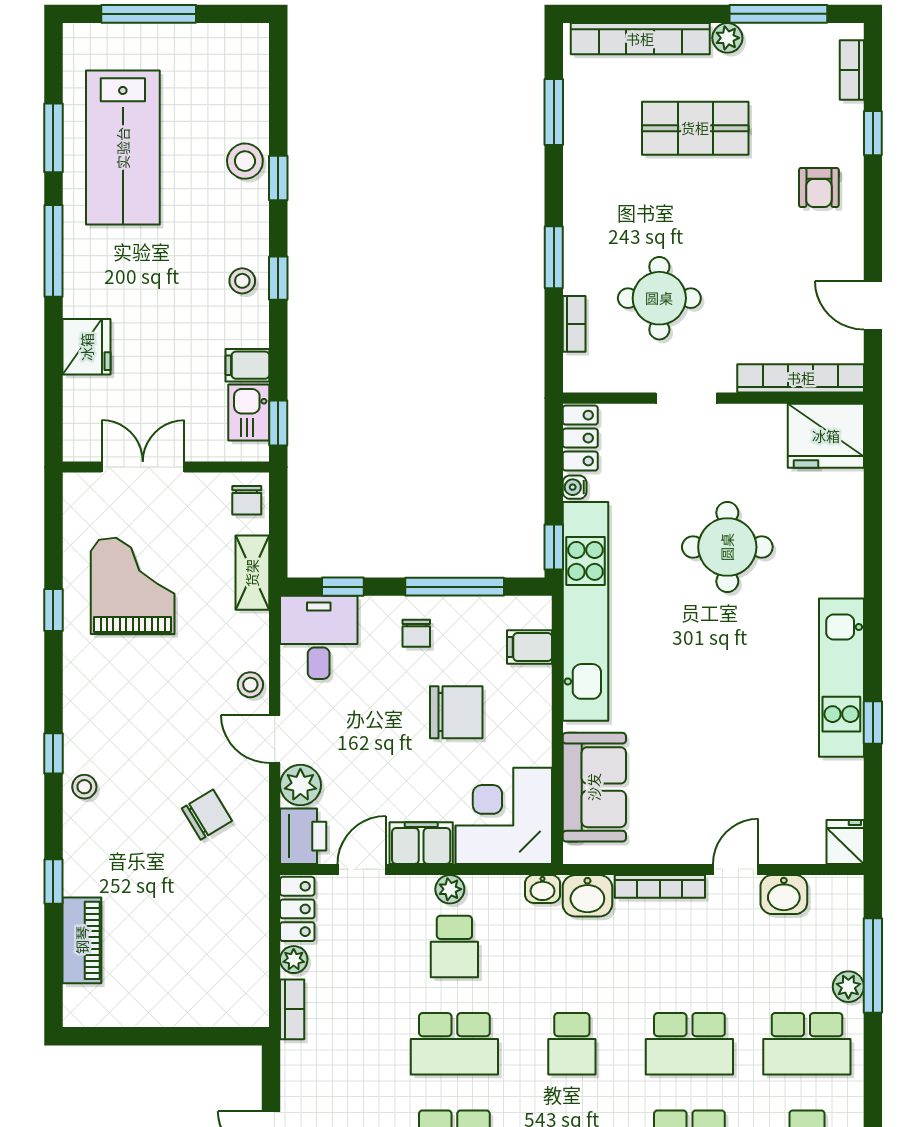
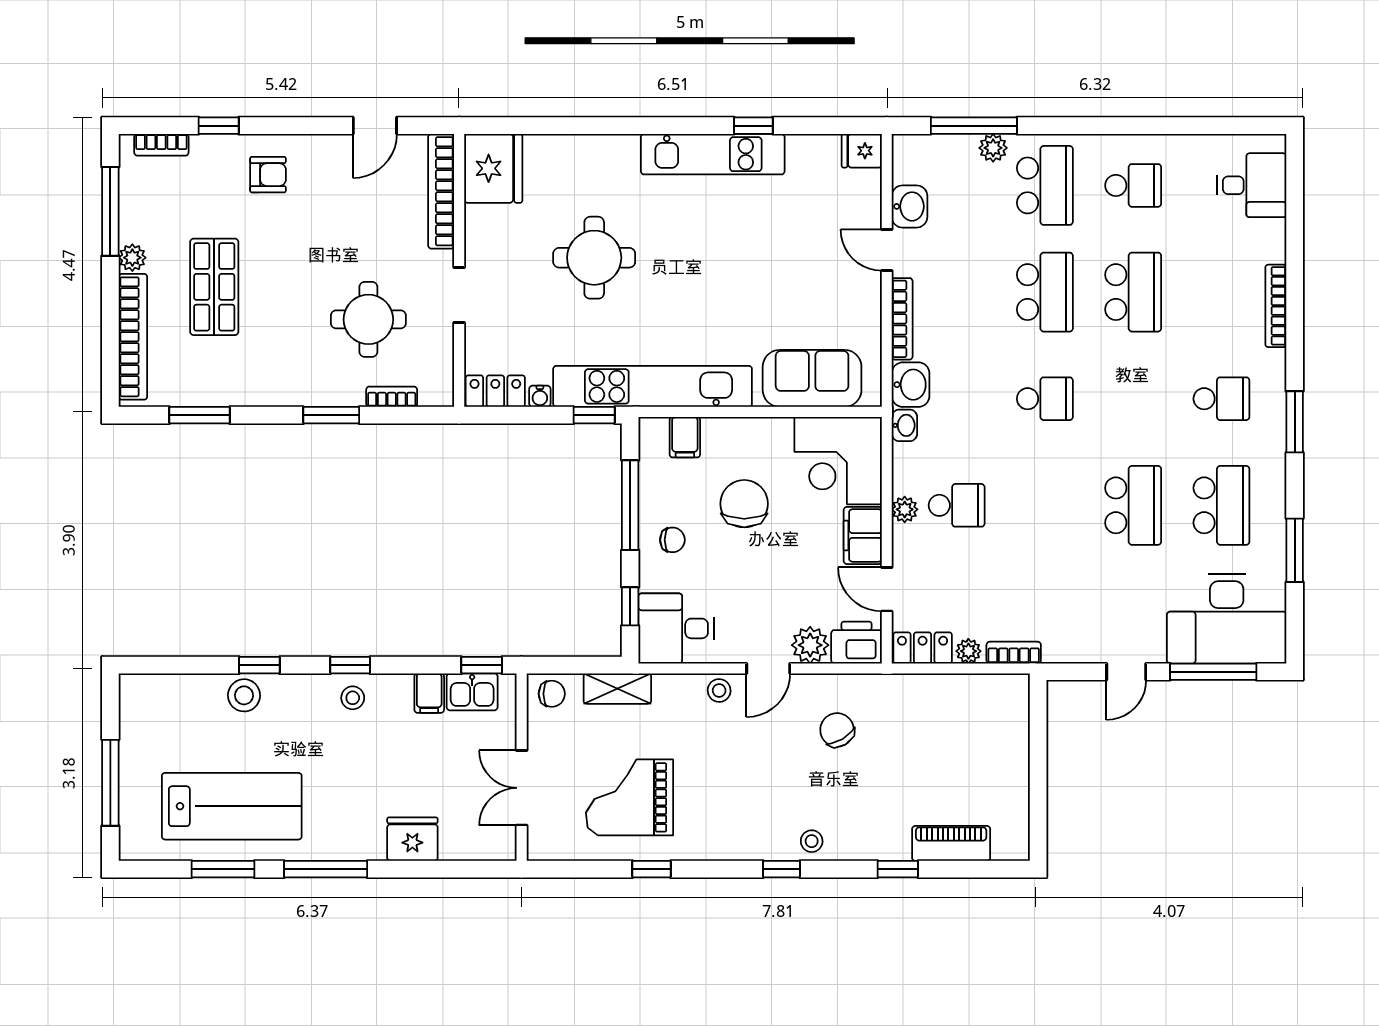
school desk: (454, 1044) -> (1045, 505), removed

